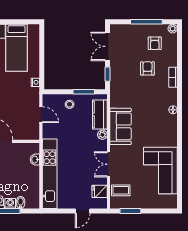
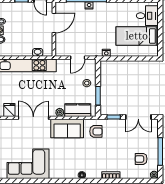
double door: (108, 46) -> (138, 117), swing flipped
armchair: (147, 68) -> (96, 131), moved
double door: (108, 164) -> (33, 118), width x1.37
coffee table: (121, 190) -> (10, 129), removed

